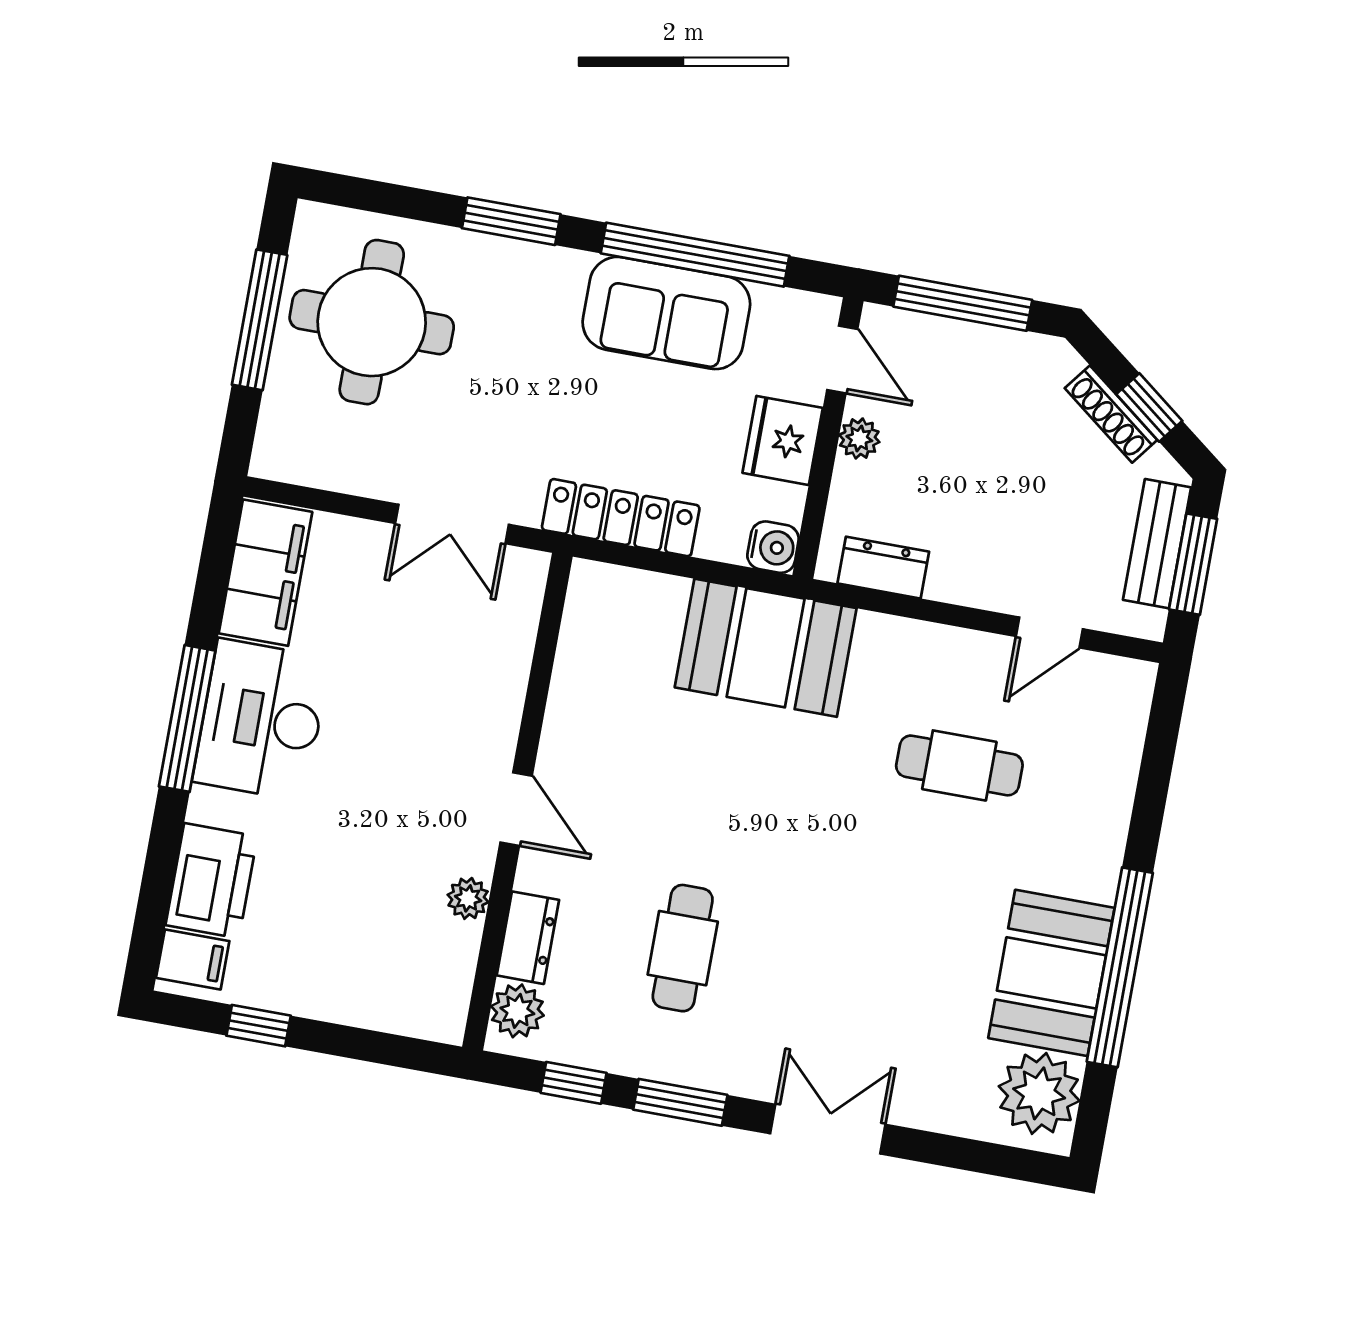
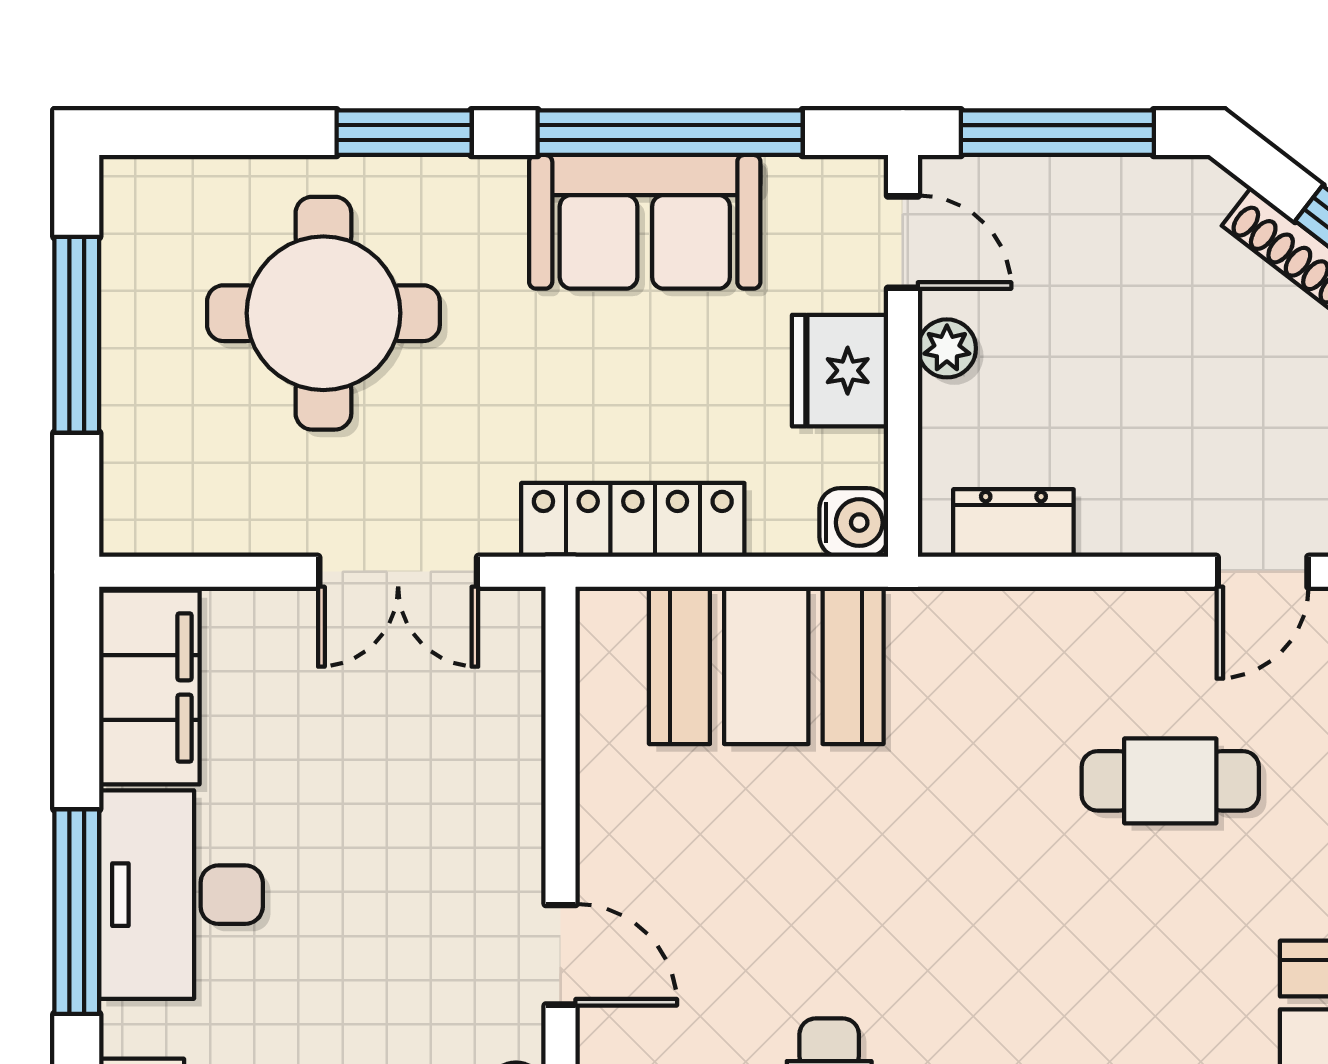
round table: (372, 322) -> (323, 313), moved
booth: (766, 648) -> (766, 665), moved

